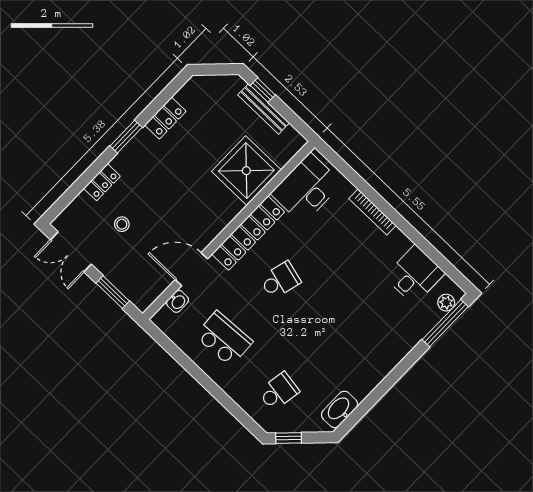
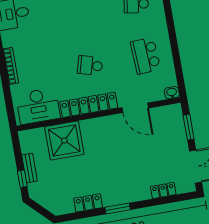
bench: (264, 109) -> (30, 168), width x0.73
locker: (102, 182) -> (163, 191), moved
stool: (122, 224) -> (156, 161), removed
washbasin: (178, 301) -> (172, 93), moved

